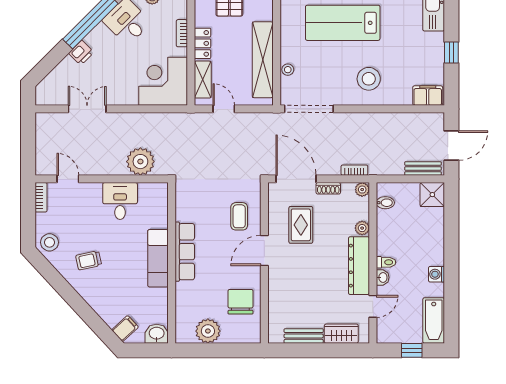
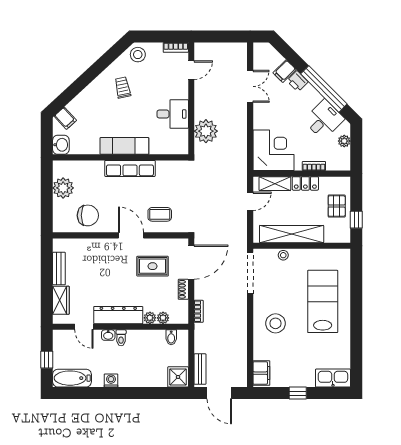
filing cabinet: (69, 68) -> (284, 71), added
plant: (362, 190) -> (163, 318), moved

